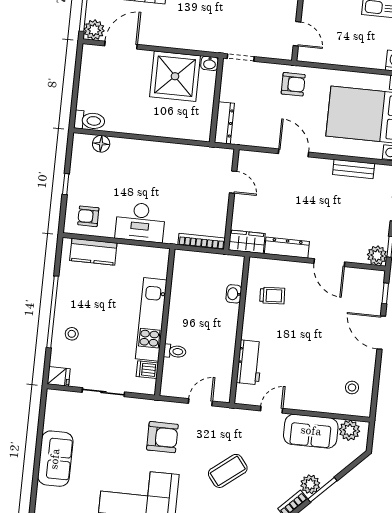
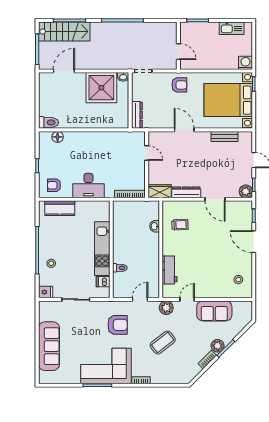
plant: (94, 30) -> (45, 63), removed
plant: (350, 430) -> (166, 308), moved
sofa: (55, 459) -> (49, 346), width x1.36

